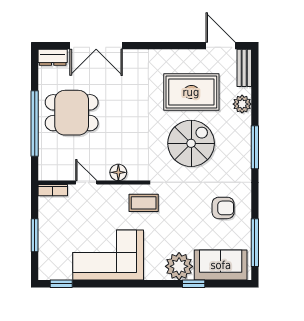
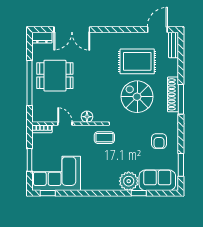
door: (221, 46) -> (157, 30), hinge flipped
plant: (242, 104) -> (172, 70), removed
shoe rack: (243, 140) -> (173, 94), added
spiral stairs: (191, 143) -> (137, 97), turned -90
armchair: (223, 208) -> (159, 141), turned 90
window: (255, 243) -> (181, 165), width x0.69
corner sofa: (108, 255) -> (56, 173), moved

